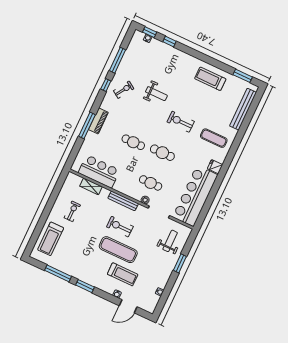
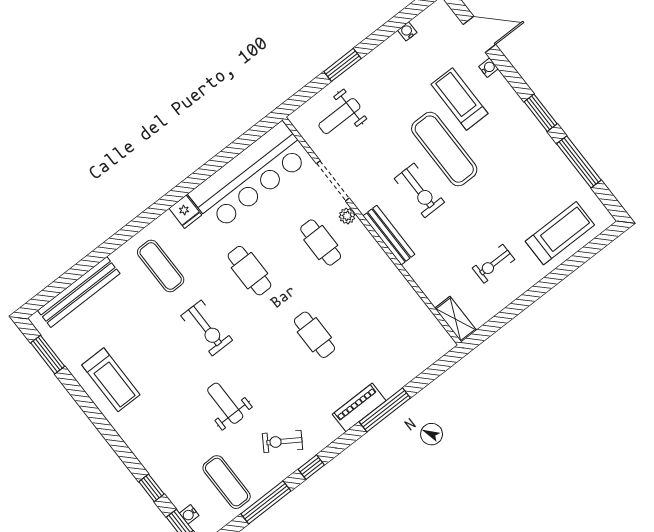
exercise mat: (139, 60) -> (227, 482), added
cafe table: (162, 153) -> (249, 271), moved
bar counter: (99, 171) -> (406, 313), removed
shelving: (91, 186) -> (456, 319), moved

